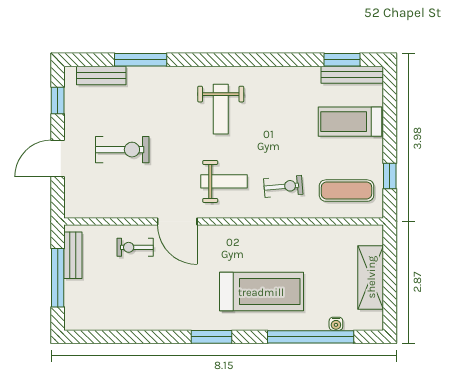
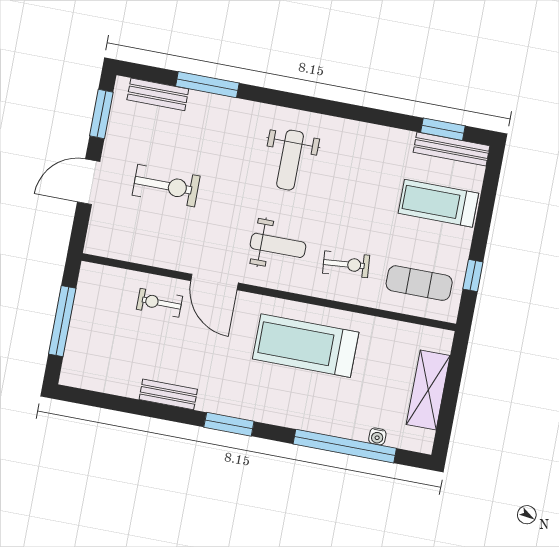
window: (58, 101) -> (101, 114), width x1.50
bench: (73, 255) -> (168, 394), moved, turned 90
treadmill: (261, 292) -> (306, 346), moved, turned 180

